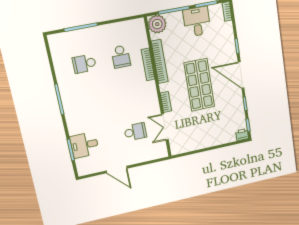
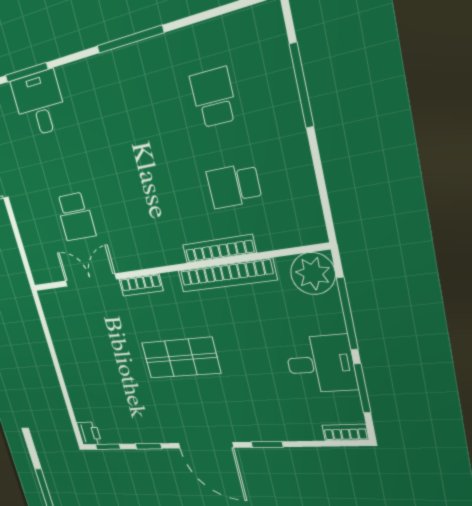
door: (241, 75) -> (206, 445), swing flipped
shop shelf: (199, 85) -> (181, 358), width x0.70, depth x0.74

